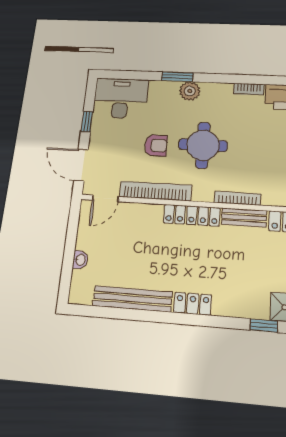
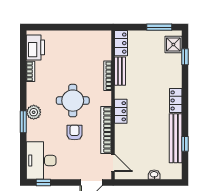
window: (87, 121) -> (43, 182), moved
locker: (192, 215) -> (121, 111), width x0.66
window: (122, 314) -> (185, 144), added

